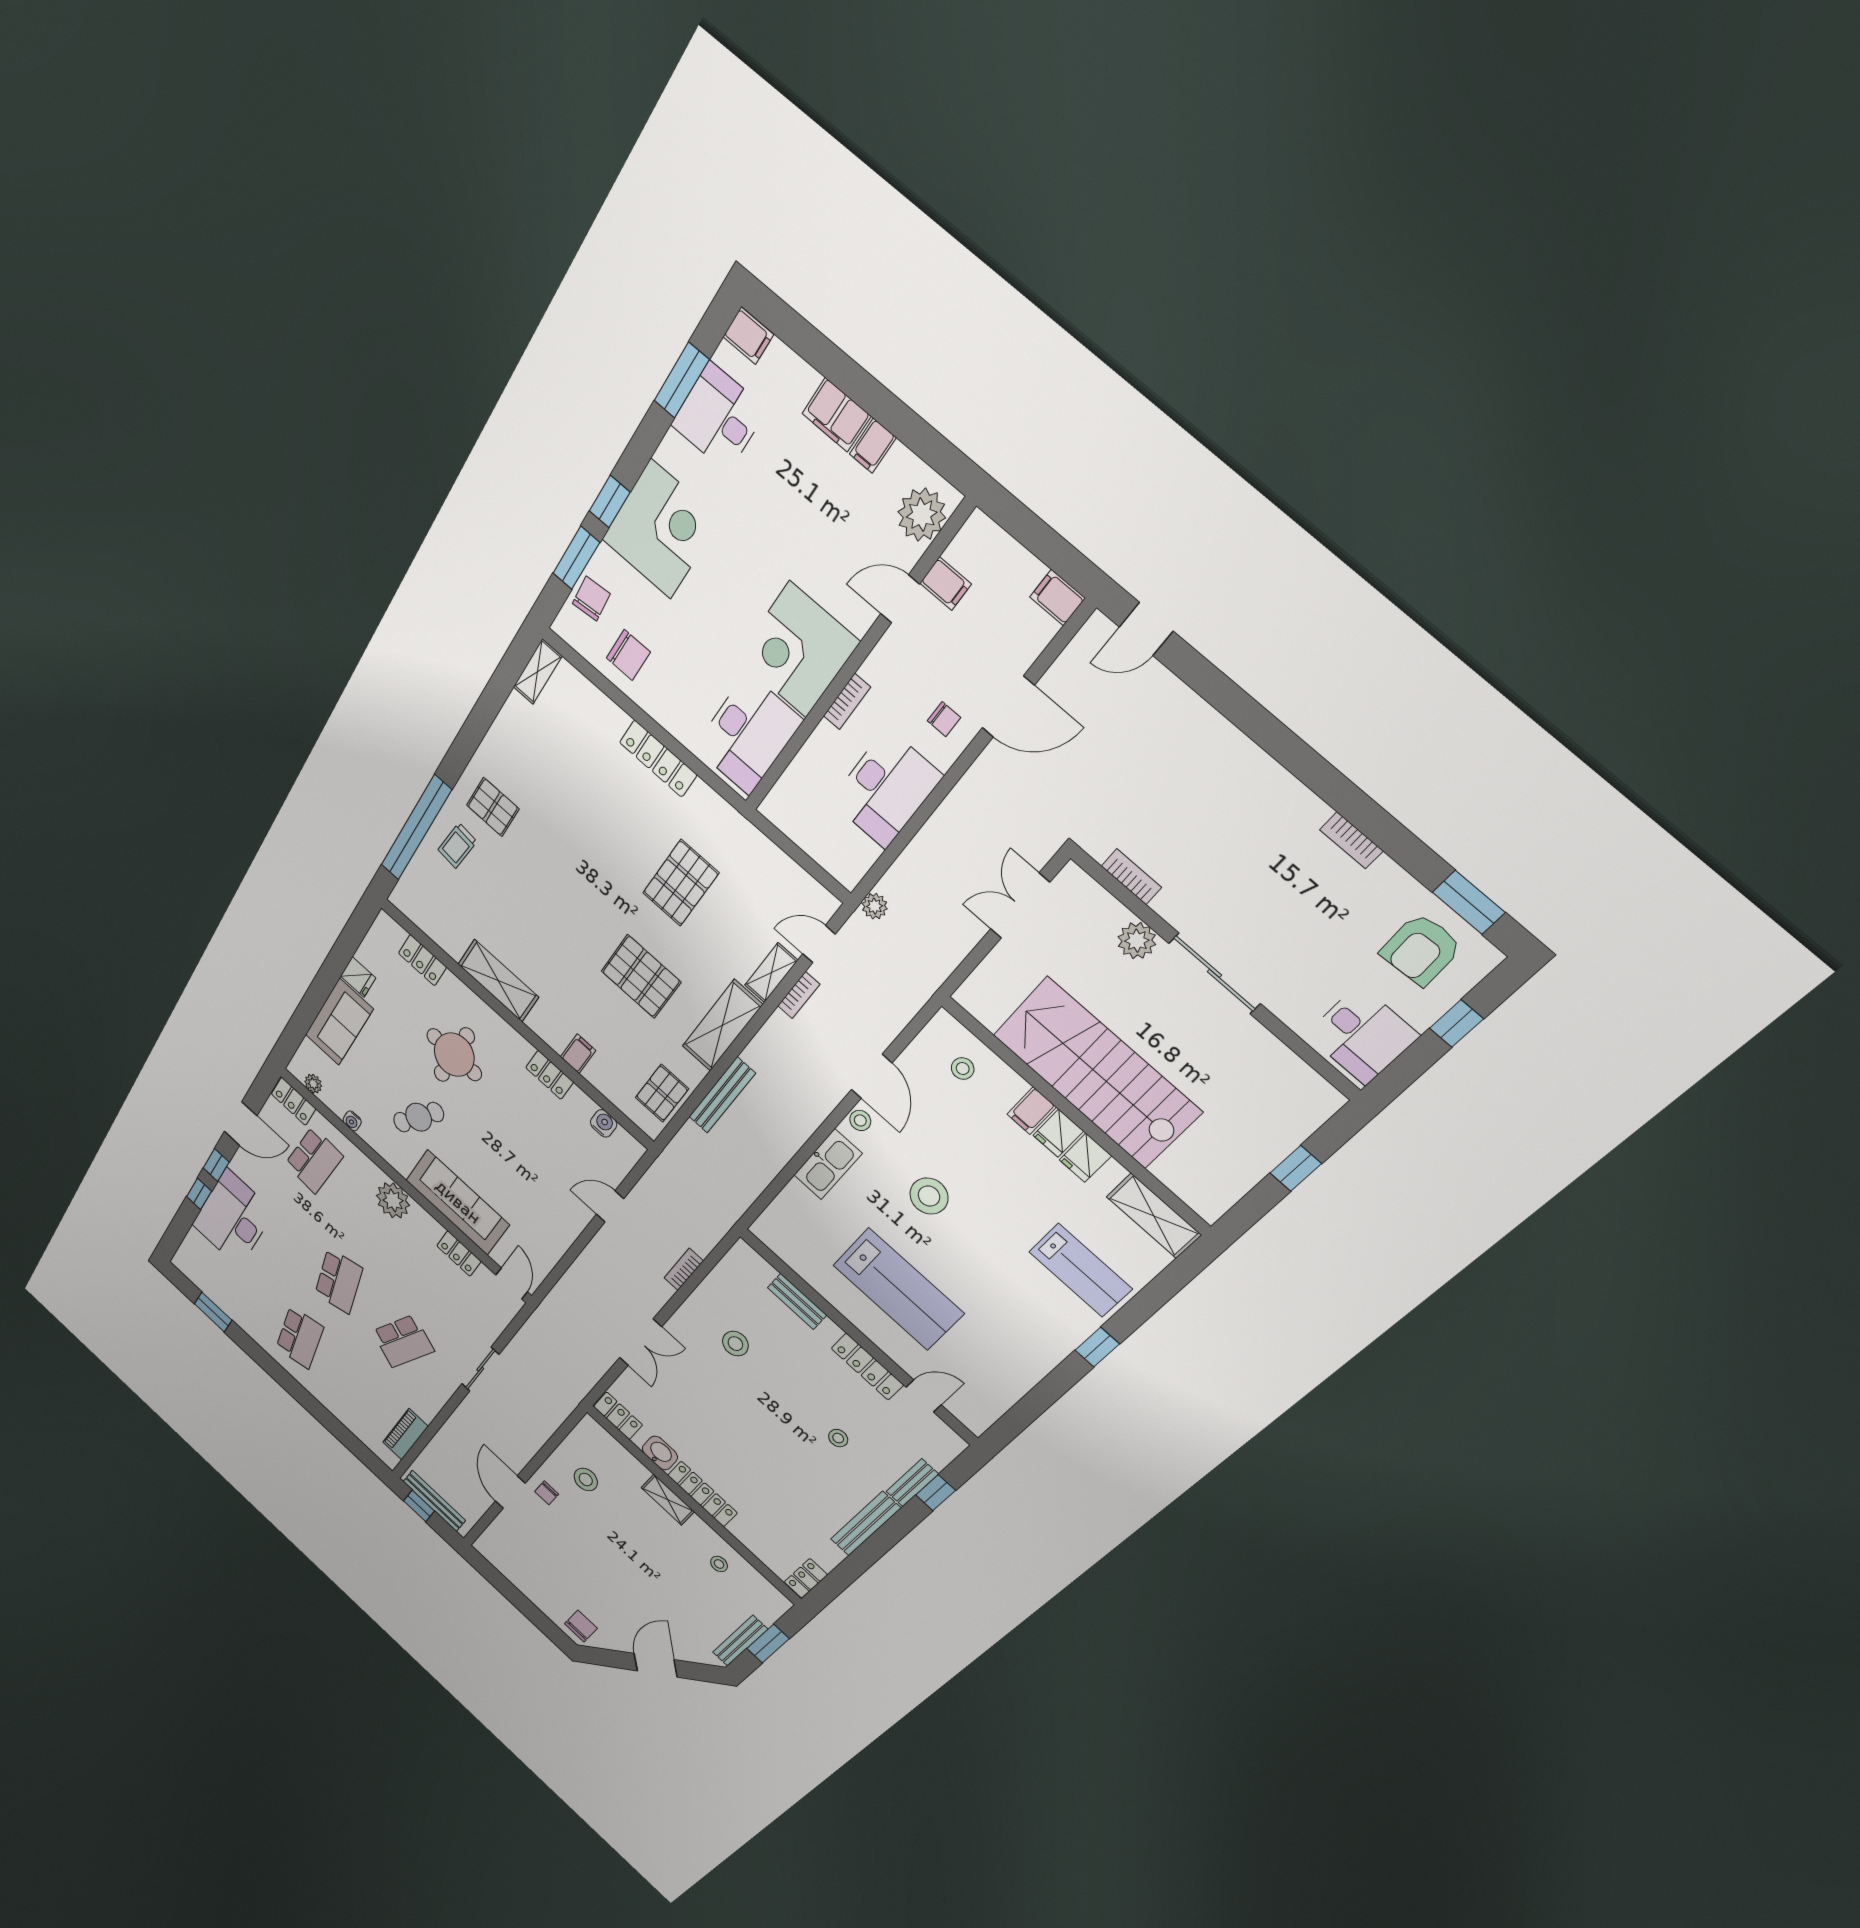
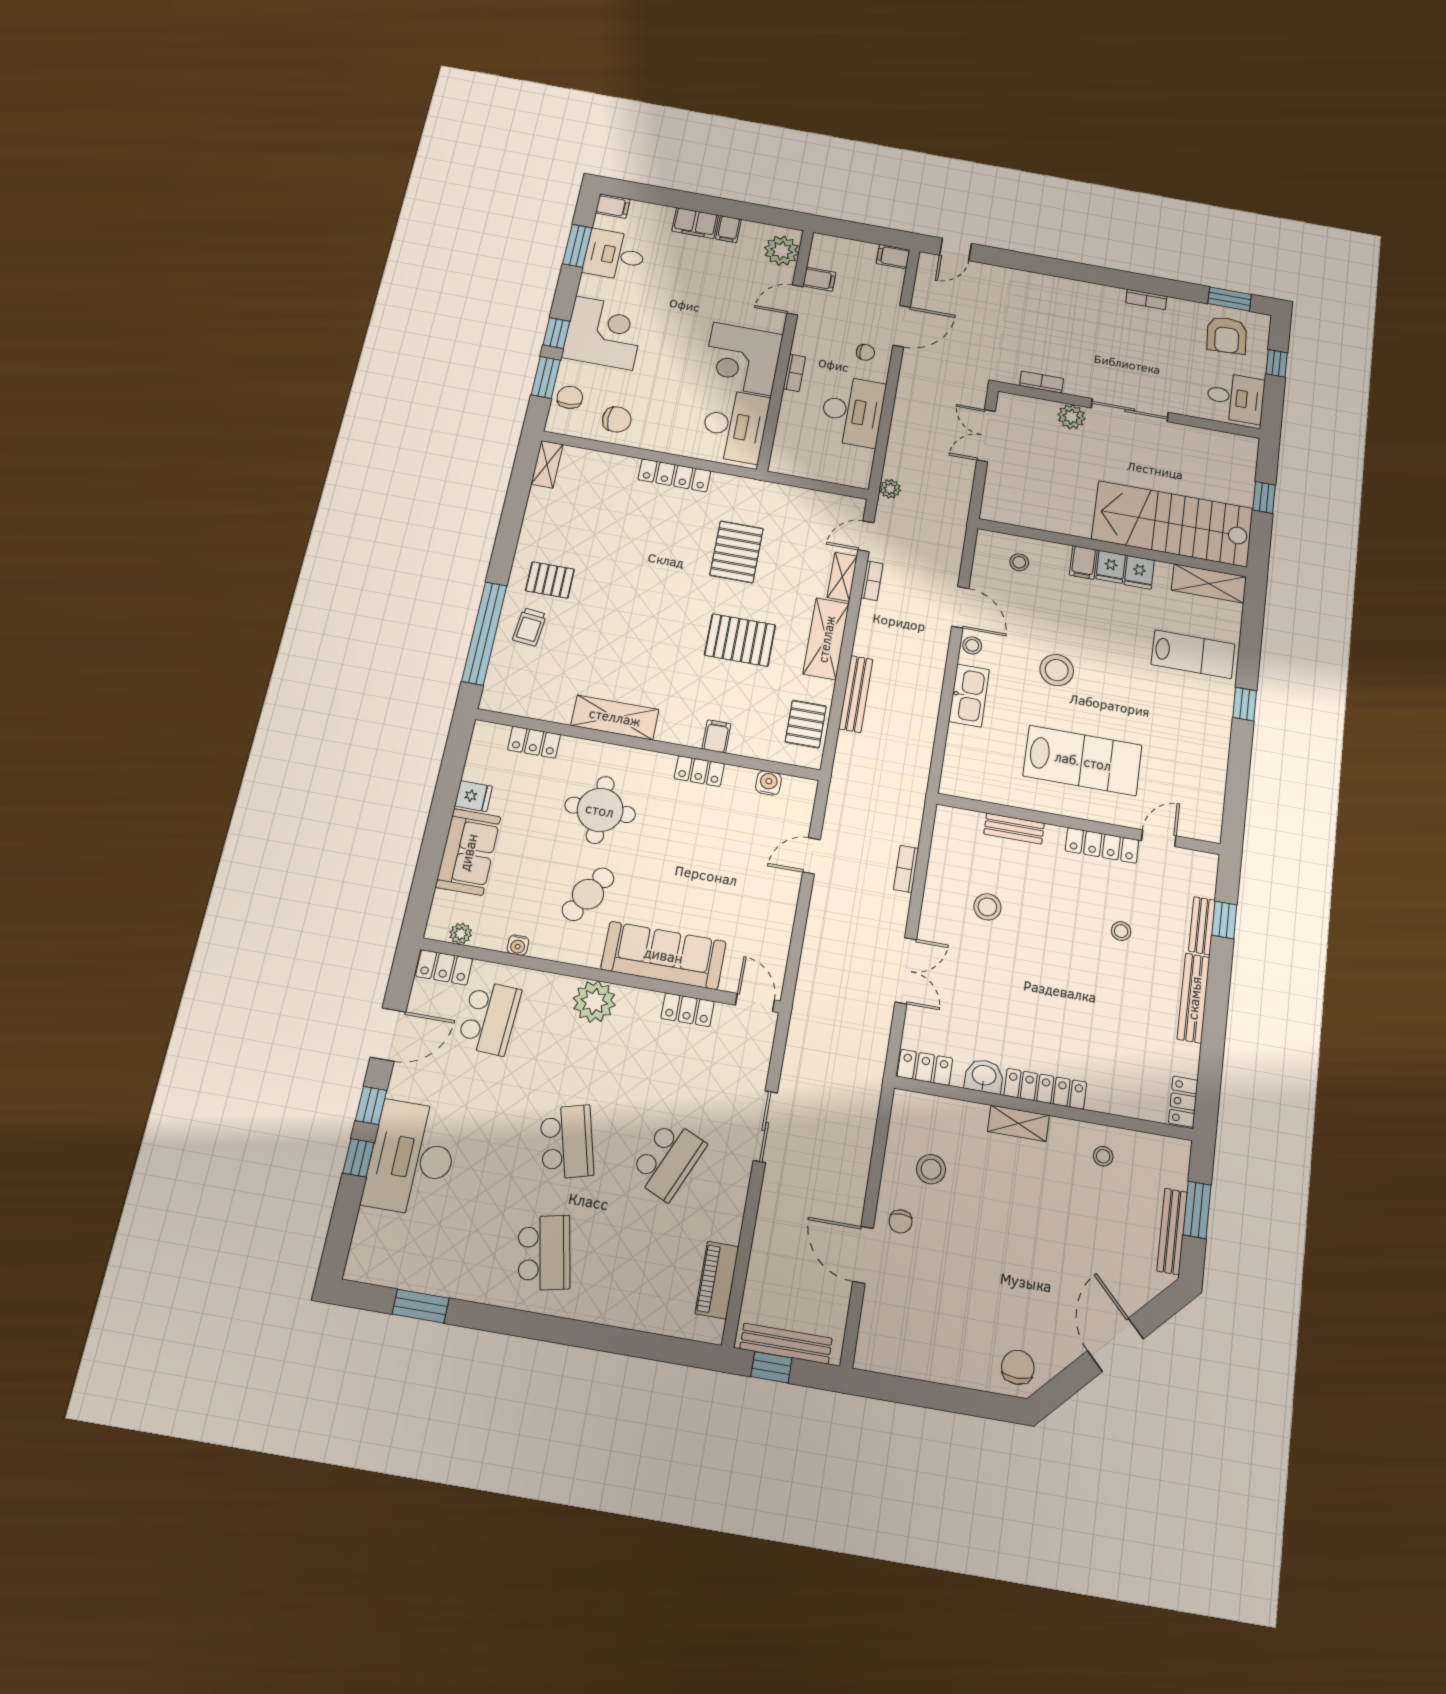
stairs: (1097, 1073) -> (1173, 524), moved

